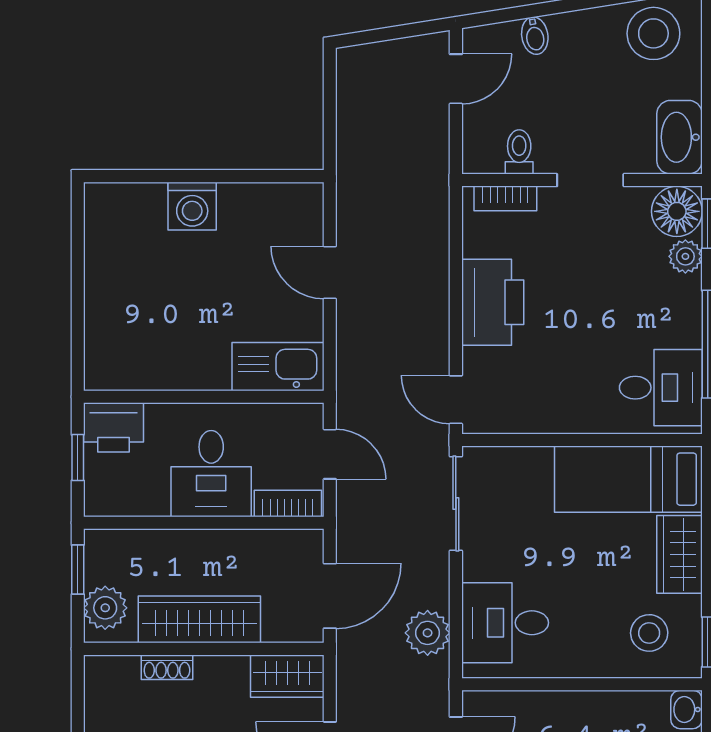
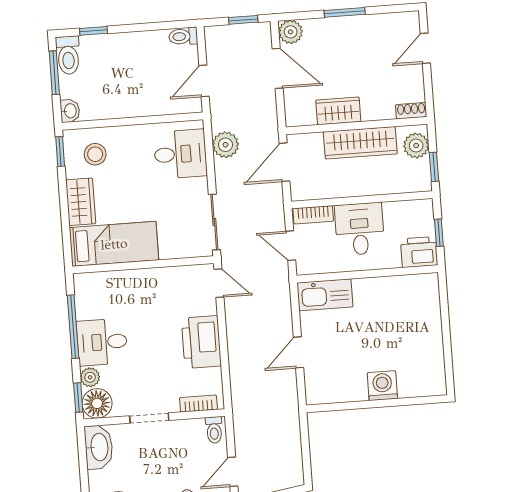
toilet: (519, 152) -> (214, 430), moved
door: (330, 273) -> (299, 352), swing flipped
desk: (661, 388) -> (102, 342), moved
shoe rack: (167, 667) -> (411, 111), moved
wardrobe: (287, 676) -> (338, 111), moved

